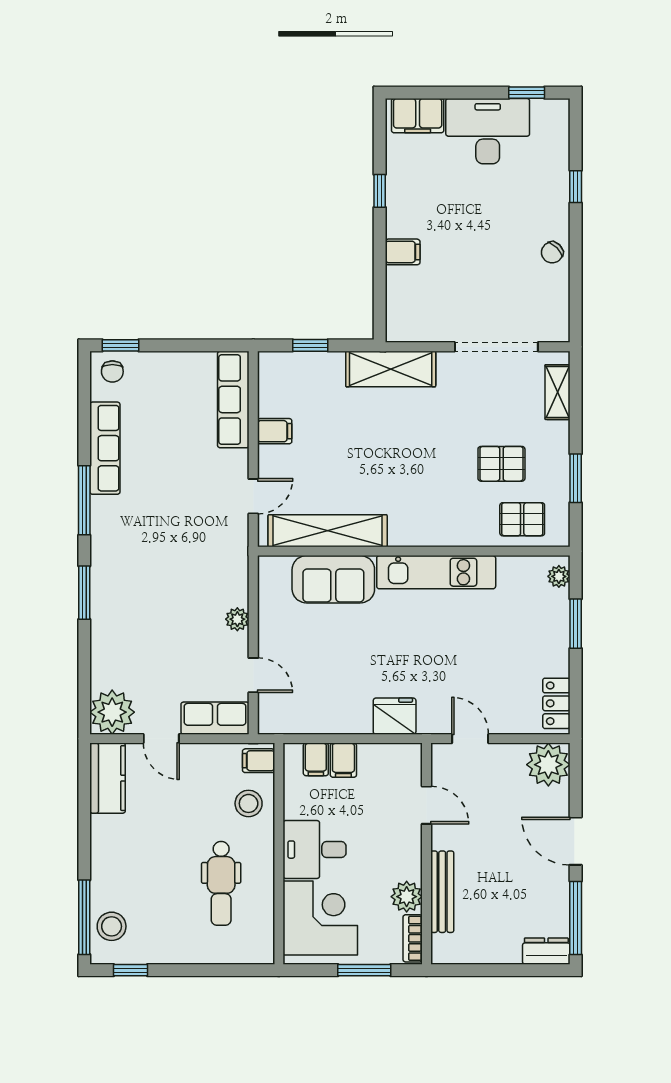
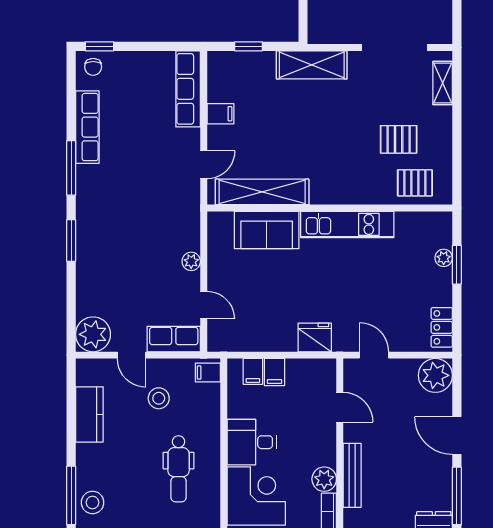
window: (576, 478) -> (457, 151), removed
plant: (559, 576) -> (444, 258), moved
kitchen counter: (108, 778) -> (89, 414), moved
stool: (249, 803) -> (159, 398), moved

